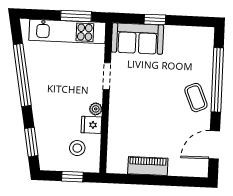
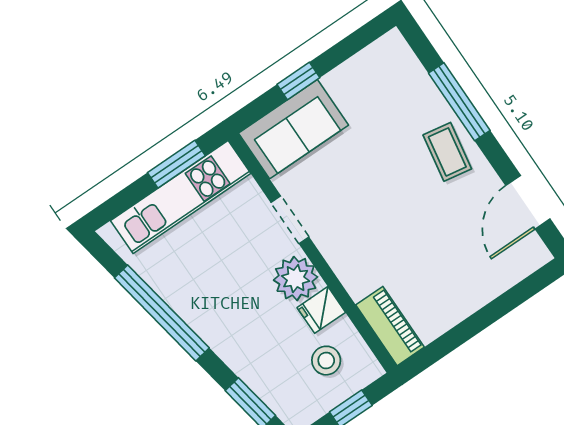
window: (217, 80) -> (459, 102), width x0.68
coffee table: (196, 98) -> (447, 152), turned 33
plant: (96, 109) -> (296, 279), width x1.88, depth x1.88
piano: (148, 166) -> (390, 326), moved, turned 90

